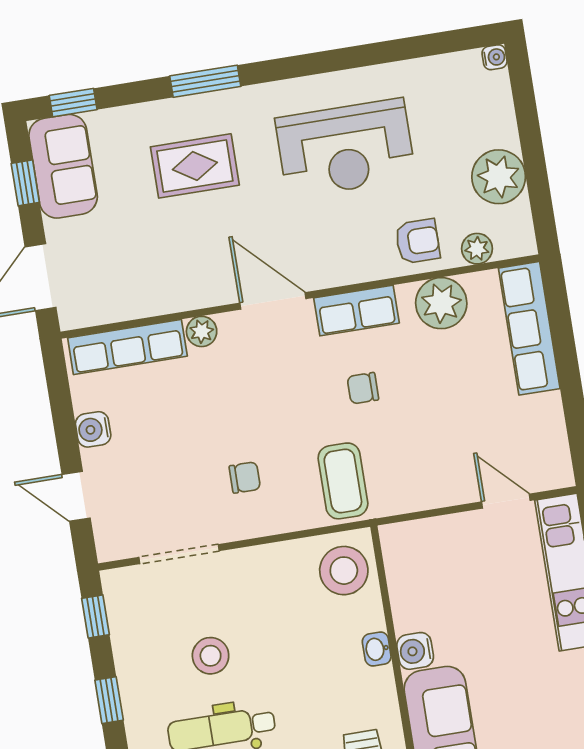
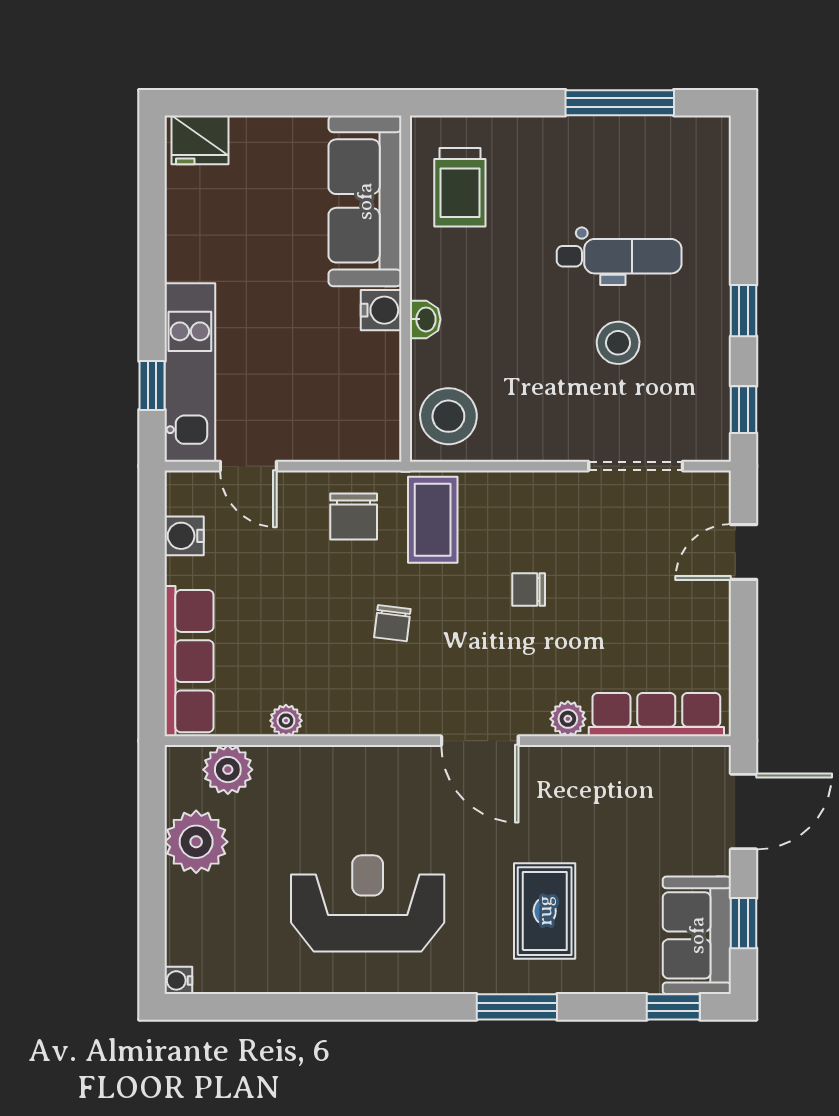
rug: (195, 166) -> (545, 911), turned 90
armchair: (418, 241) -> (302, 783), removed
plant: (477, 249) -> (228, 770), width x1.38, depth x1.38
plant: (441, 303) -> (286, 721), width x0.53, depth x0.53
row of seats: (356, 311) -> (385, 714), removed
chair: (363, 388) -> (392, 623), turned 97
water cooler: (93, 429) -> (184, 536), moved, turned 180
chair: (410, 473) -> (354, 517), added
chair: (245, 477) -> (529, 589), moved
door: (76, 496) -> (744, 552), swing flipped

